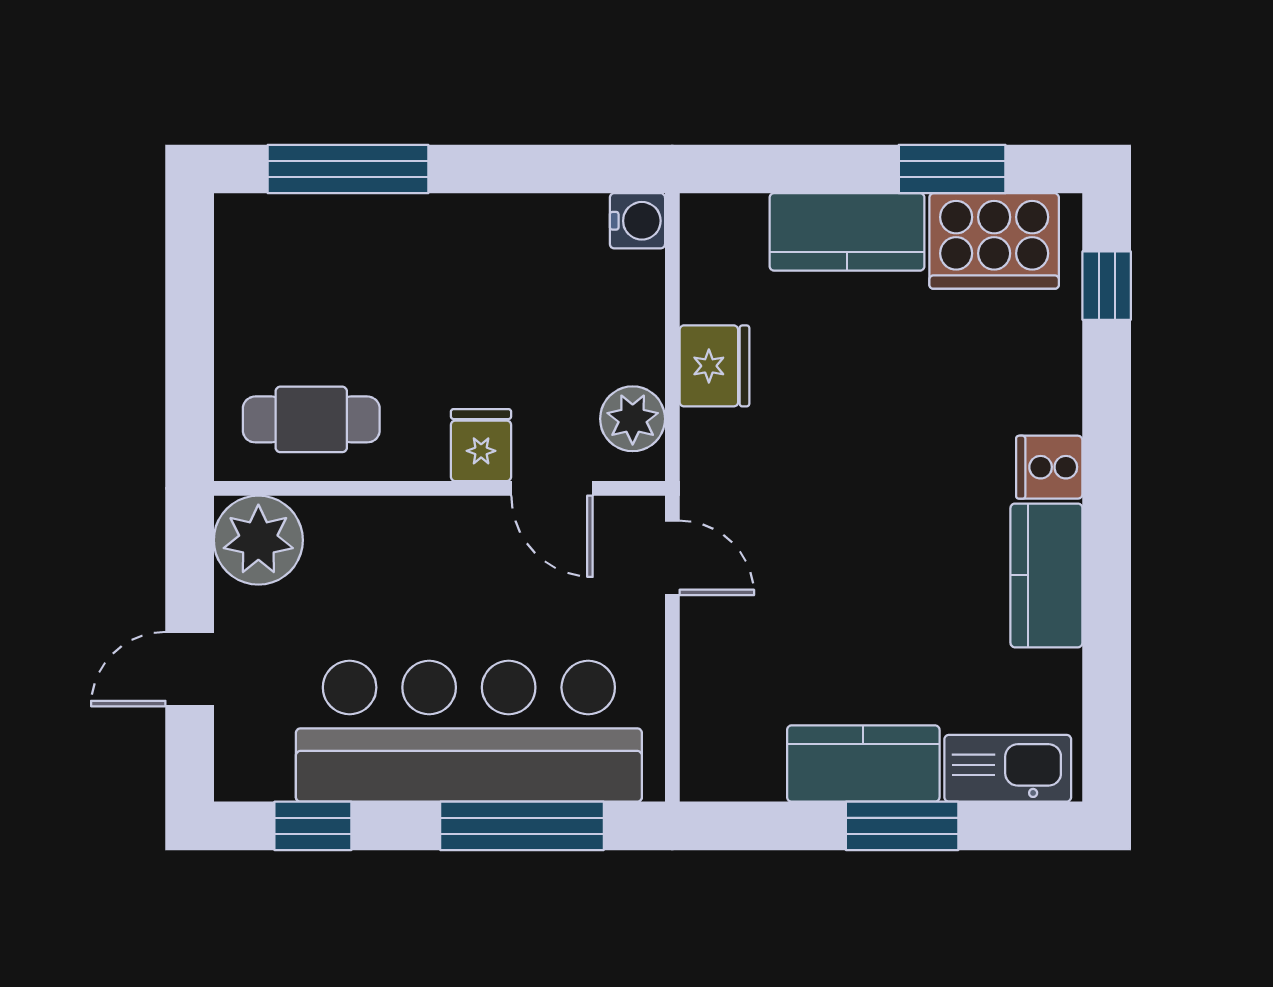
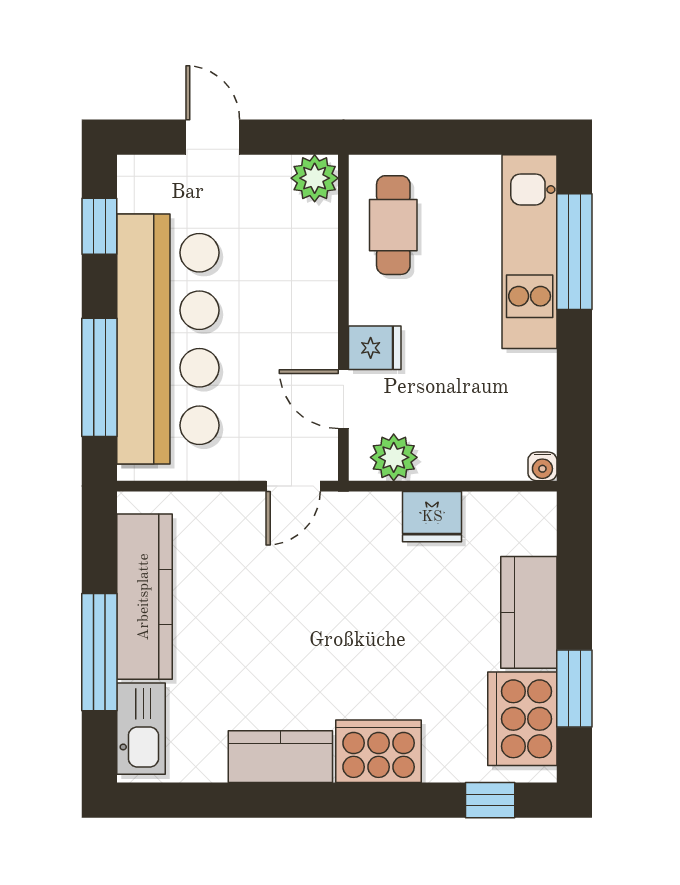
water cooler: (637, 221) -> (542, 466), width x0.72, depth x0.72
kitchen unit: (348, 231) -> (530, 252), added
cooker: (1049, 467) -> (379, 751), width x1.87, depth x1.31
door: (552, 488) -> (343, 399), hinge flipped
plant: (258, 540) -> (315, 178), width x0.73, depth x0.73
kitchen counter: (863, 764) -> (144, 597), width x1.50
window: (902, 826) -> (99, 652), width x1.44

